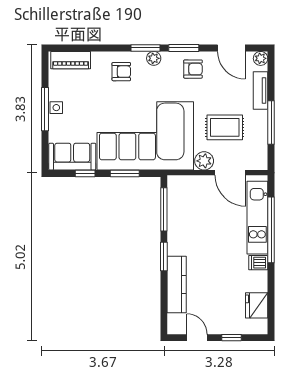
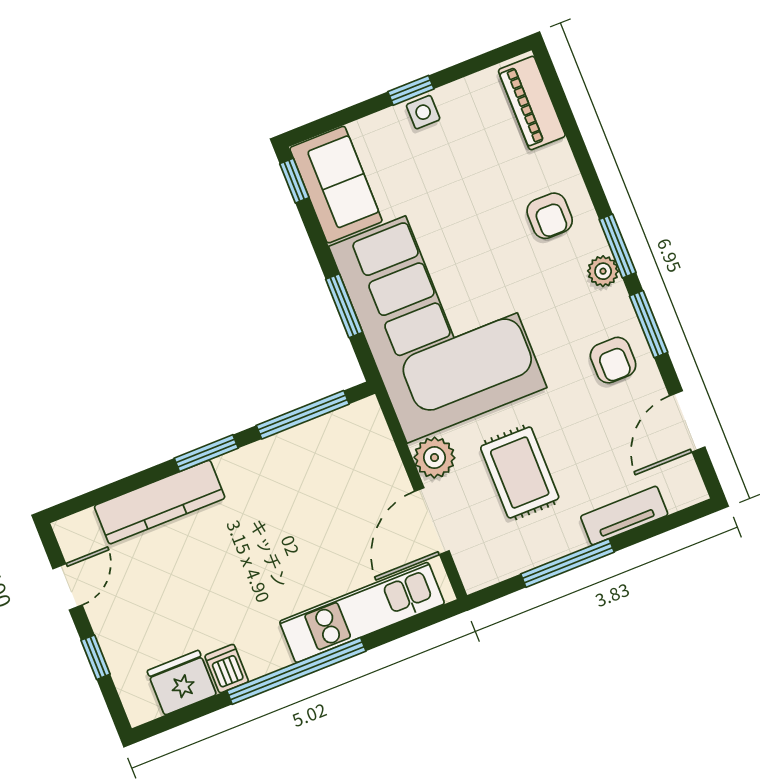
plant: (261, 58) -> (690, 490), removed
window: (45, 109) -> (411, 90), width x0.46
window: (85, 174) -> (294, 181), moved
window: (271, 230) -> (296, 671), moved
dishwasher: (258, 263) -> (227, 669), moved

